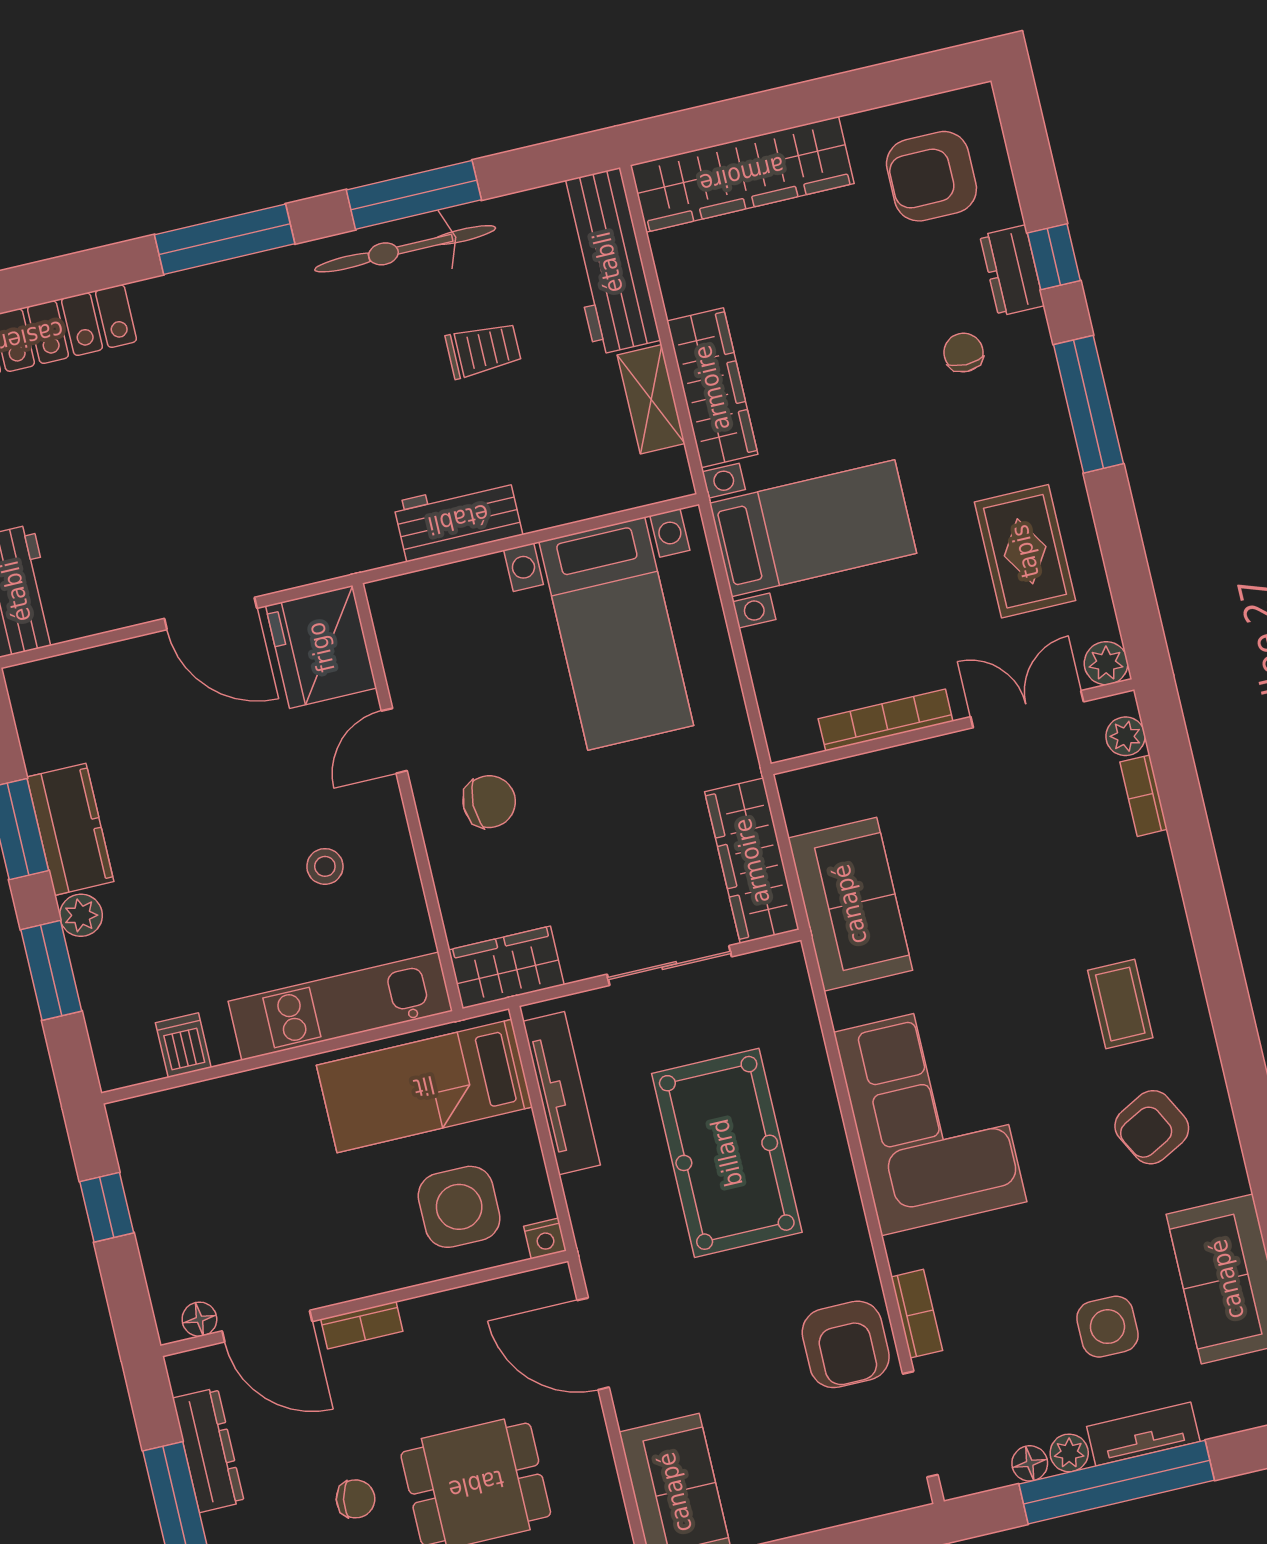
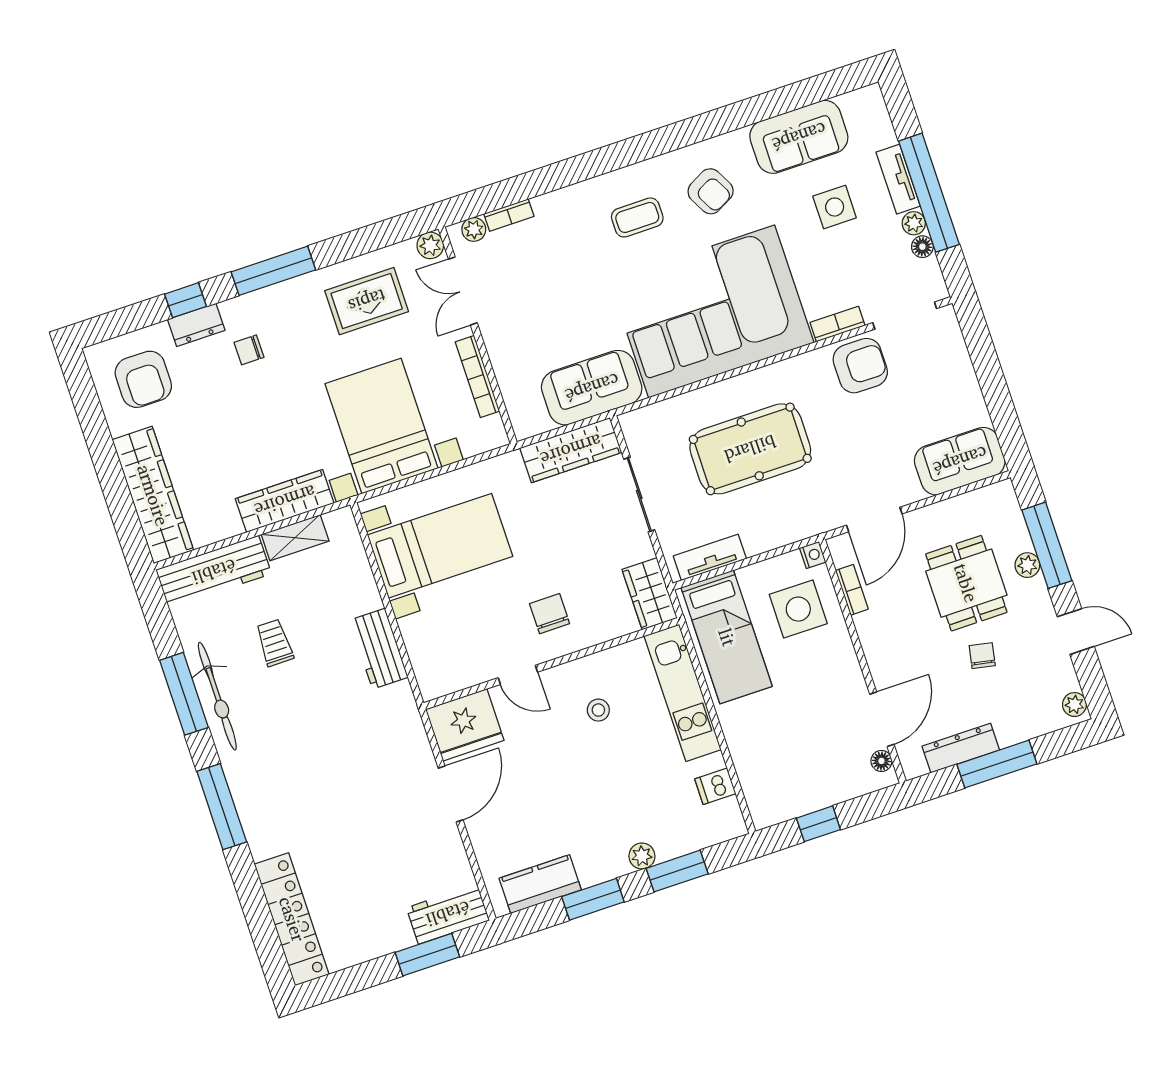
bed with nightstands: (813, 528) -> (381, 426), width x1.36
kitchen counter: (70, 829) -> (540, 884), moved
tv unit: (562, 1093) -> (710, 557), width x0.71
corner sofa: (930, 1117) -> (712, 311), width x1.36, depth x1.36
bookcase: (362, 1325) -> (852, 590), moved

